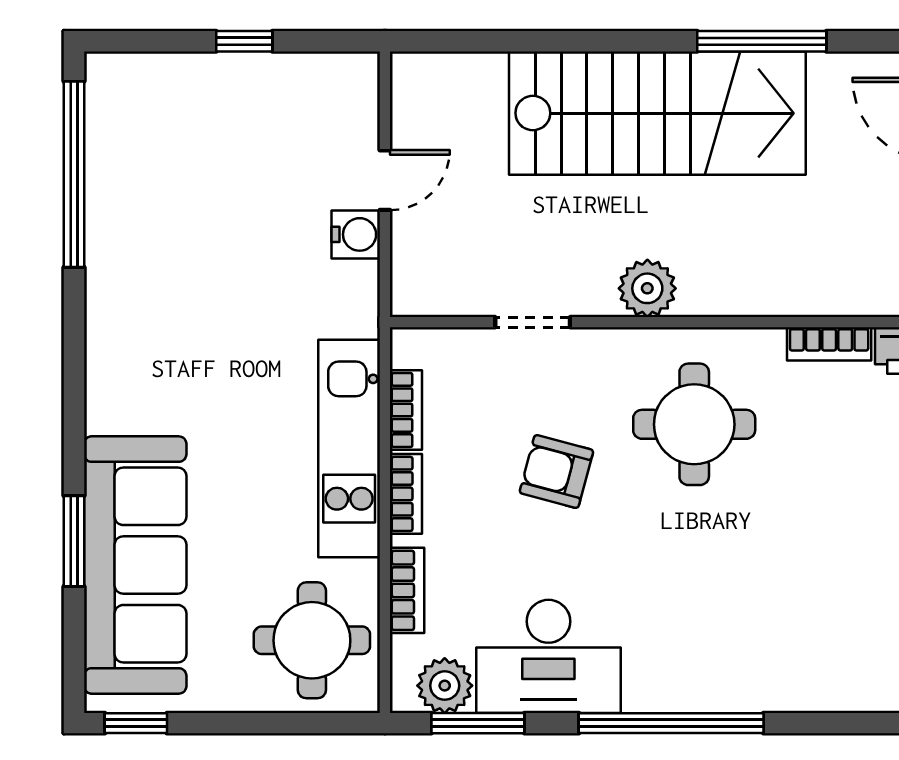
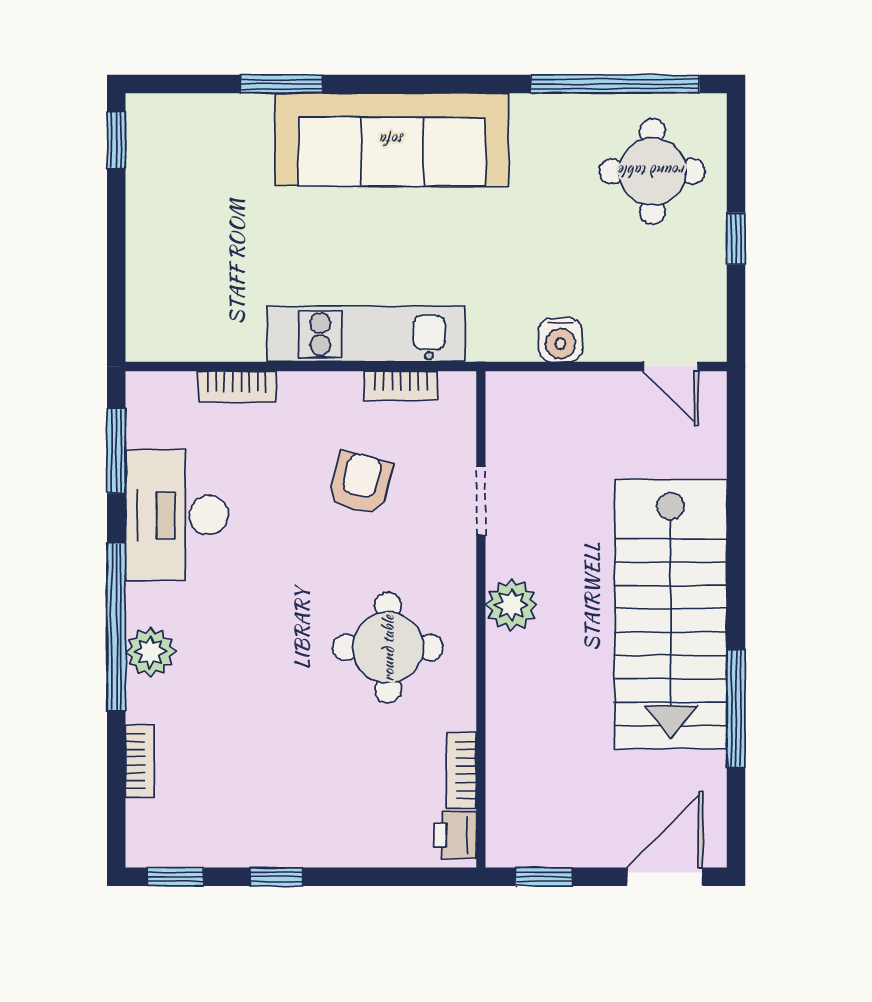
door: (385, 180) -> (671, 366), moved
armchair: (556, 472) -> (360, 483), moved
bookcase: (406, 494) -> (140, 761), moved, turned -90
sofa: (135, 565) -> (392, 140), moved
round table: (312, 640) -> (652, 171), moved
plant: (445, 686) -> (150, 652), moved

